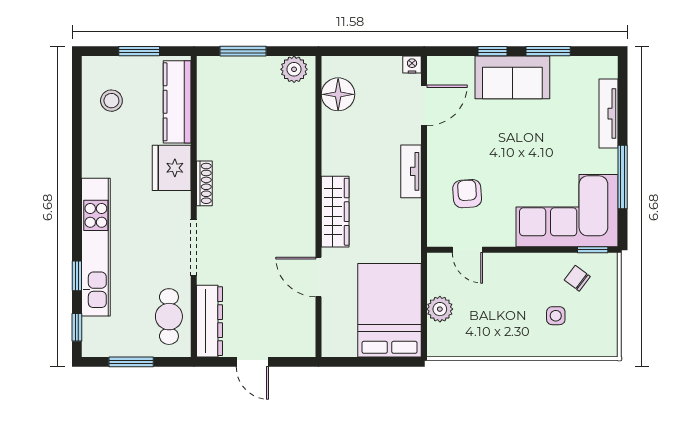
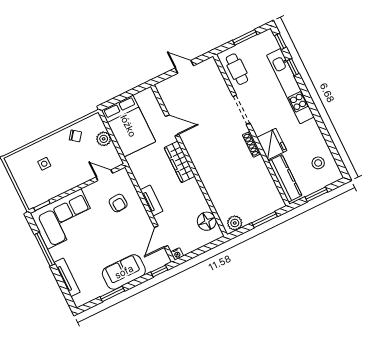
window: (492, 51) -> (159, 271), moved
chair: (577, 278) -> (75, 136), moved
dresser: (210, 321) -> (216, 77), removed

